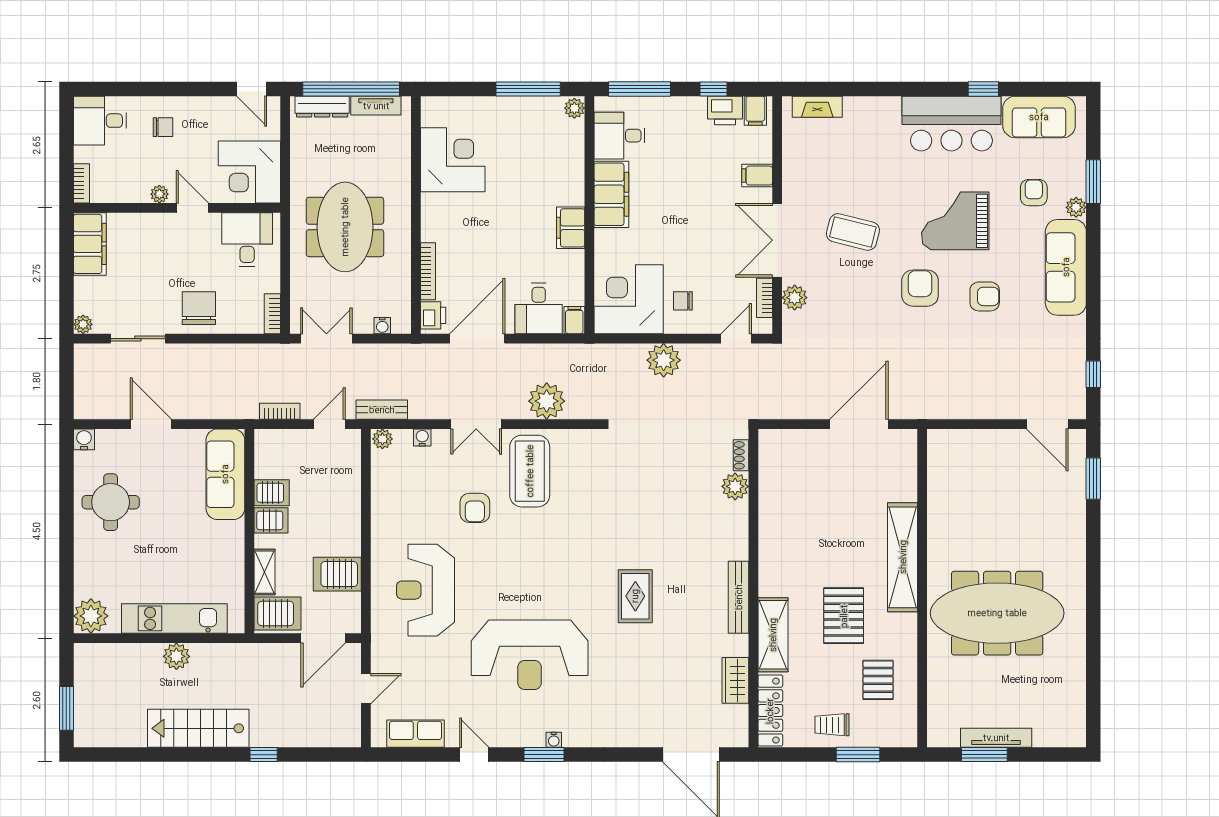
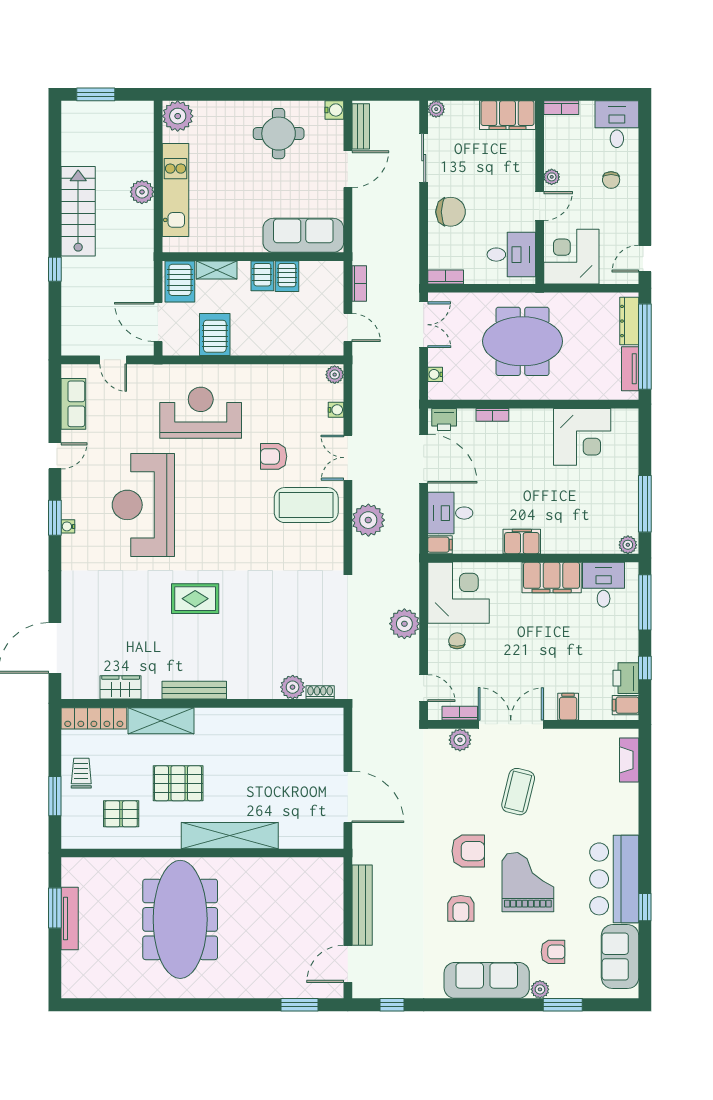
bookcase: (428, 271) -> (492, 415), width x0.64
bench: (981, 408) -> (362, 905), added
bench: (382, 410) -> (361, 126), moved

